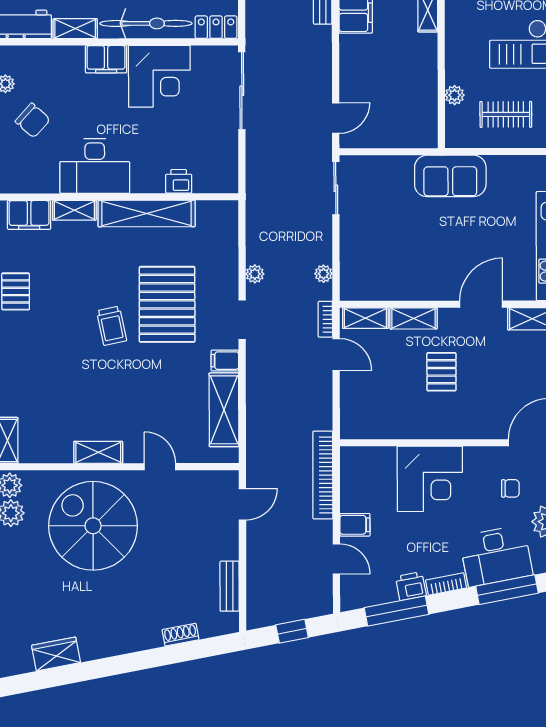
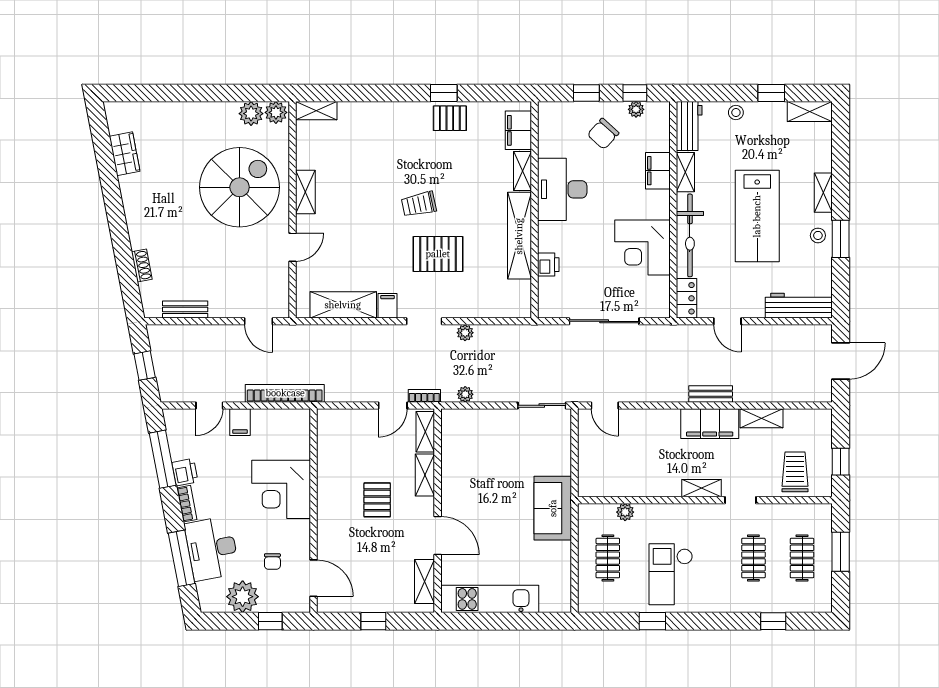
filing cabinet: (106, 59) -> (658, 171), moved
sliding door: (242, 91) -> (604, 321), moved
pallet: (167, 304) -> (438, 254), width x0.73, depth x0.71
pallet: (441, 372) -> (377, 500), turned 90

